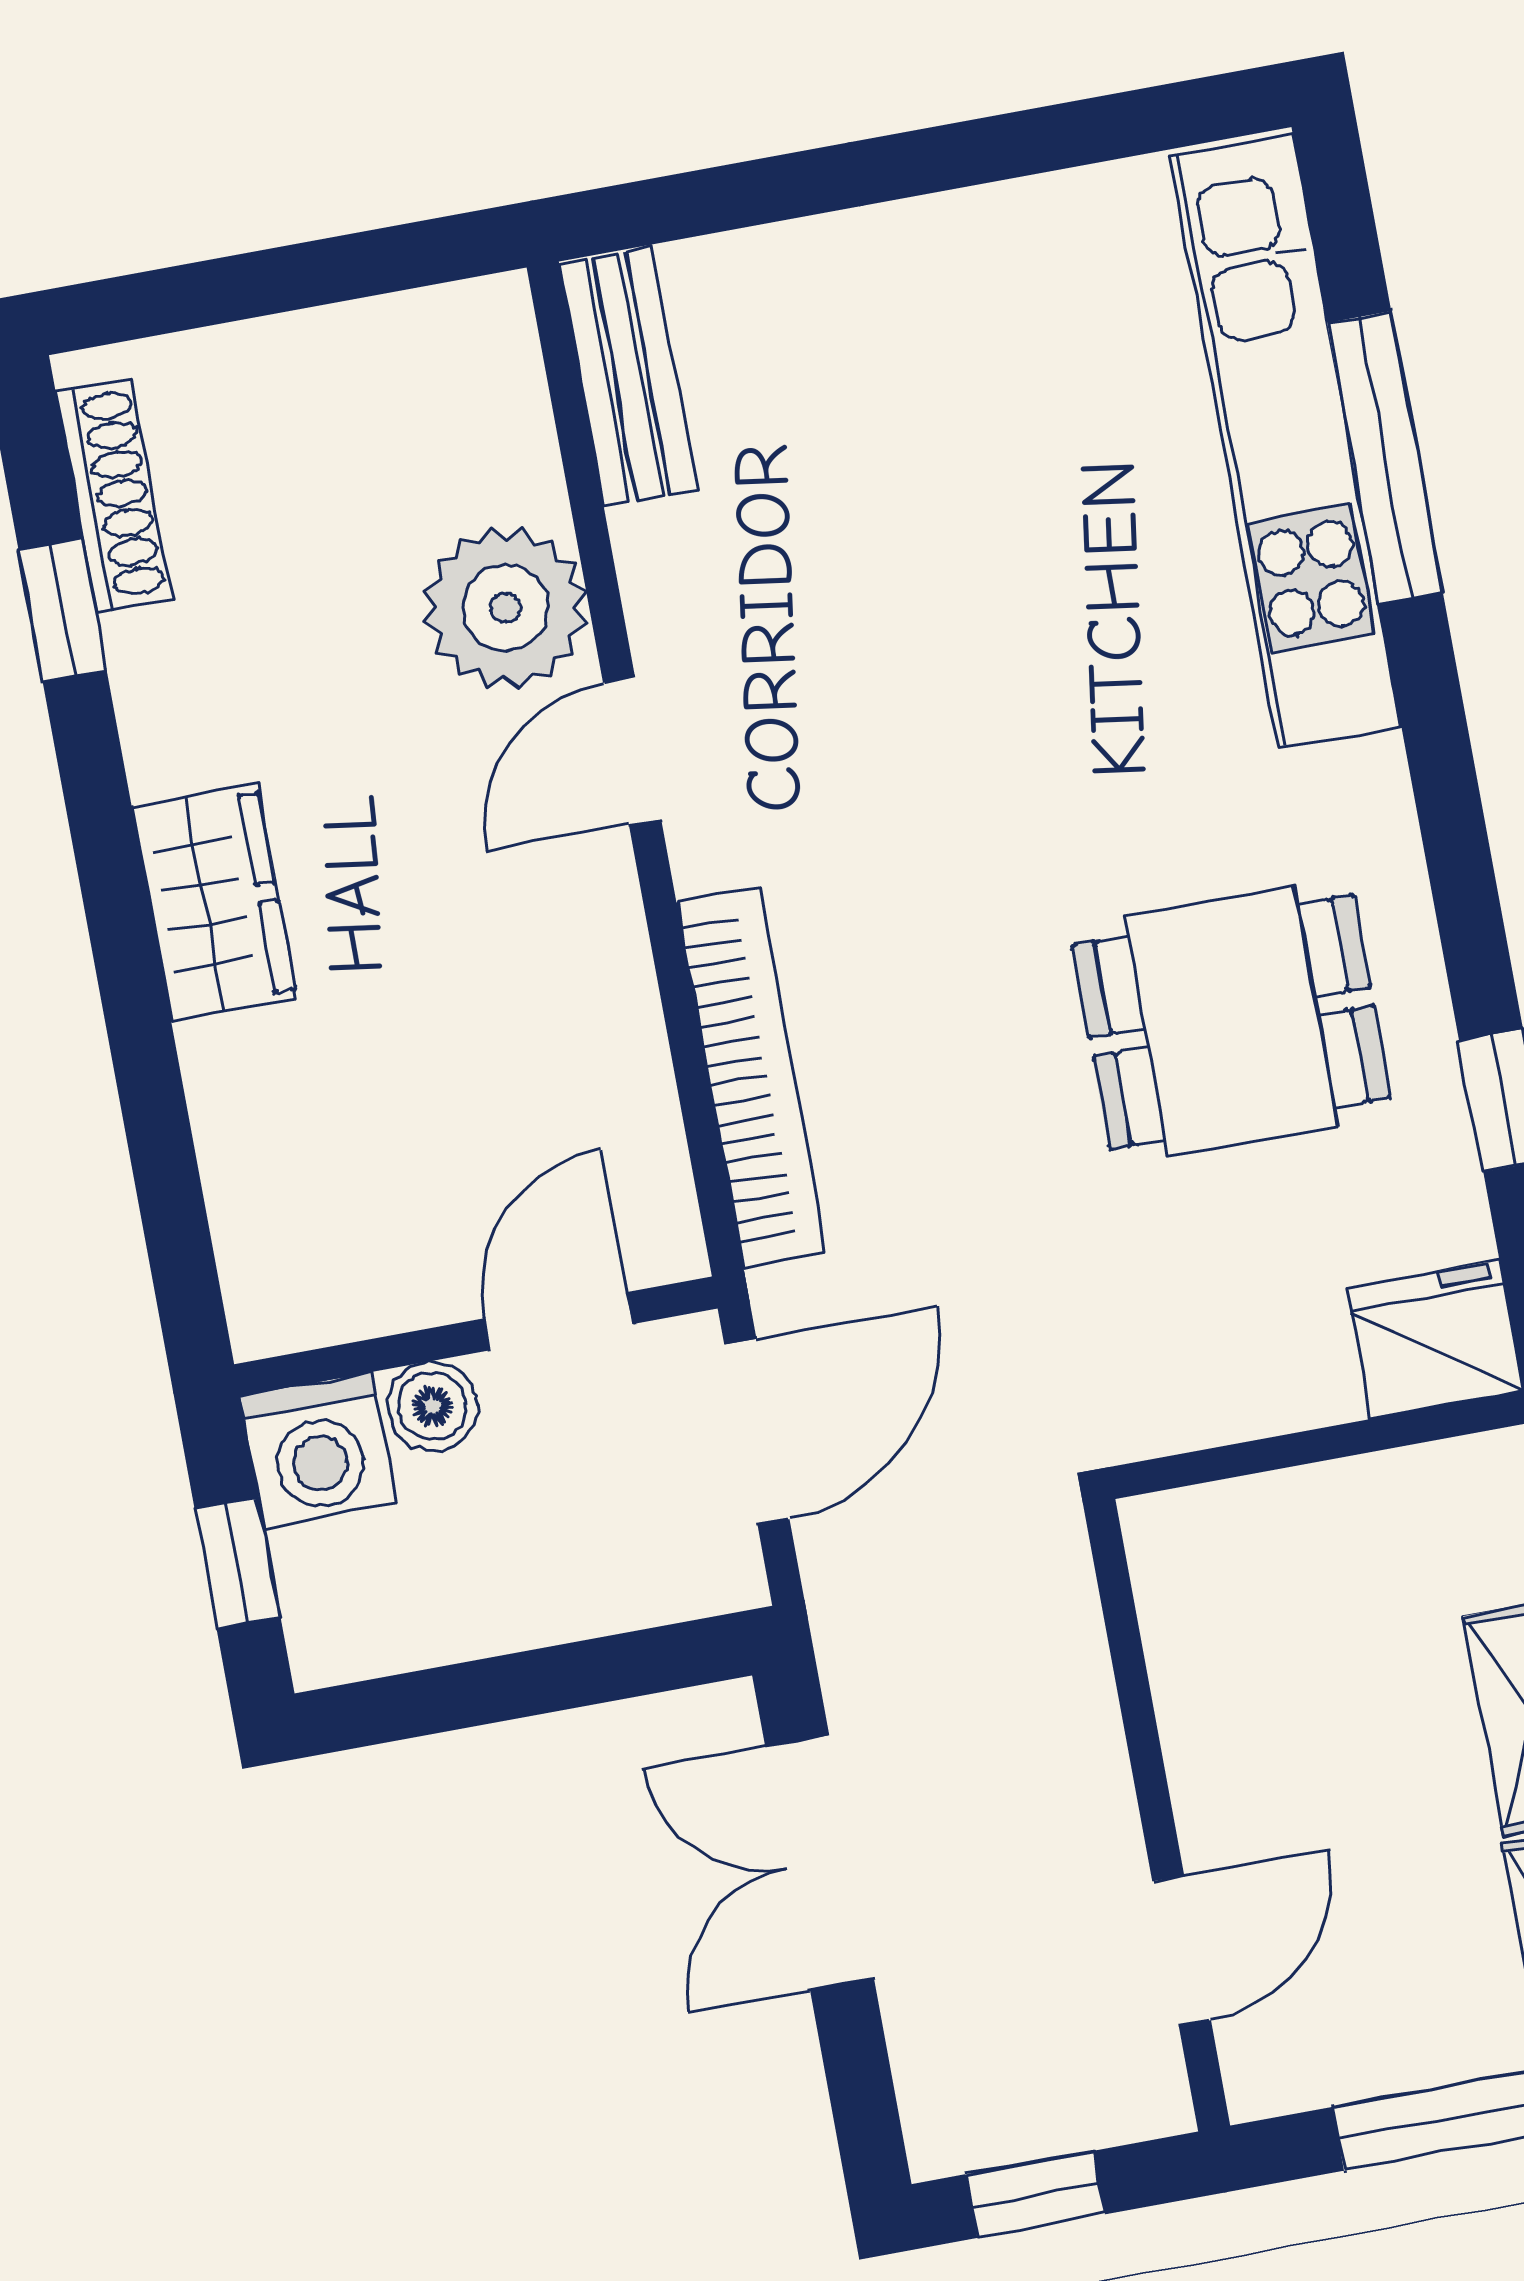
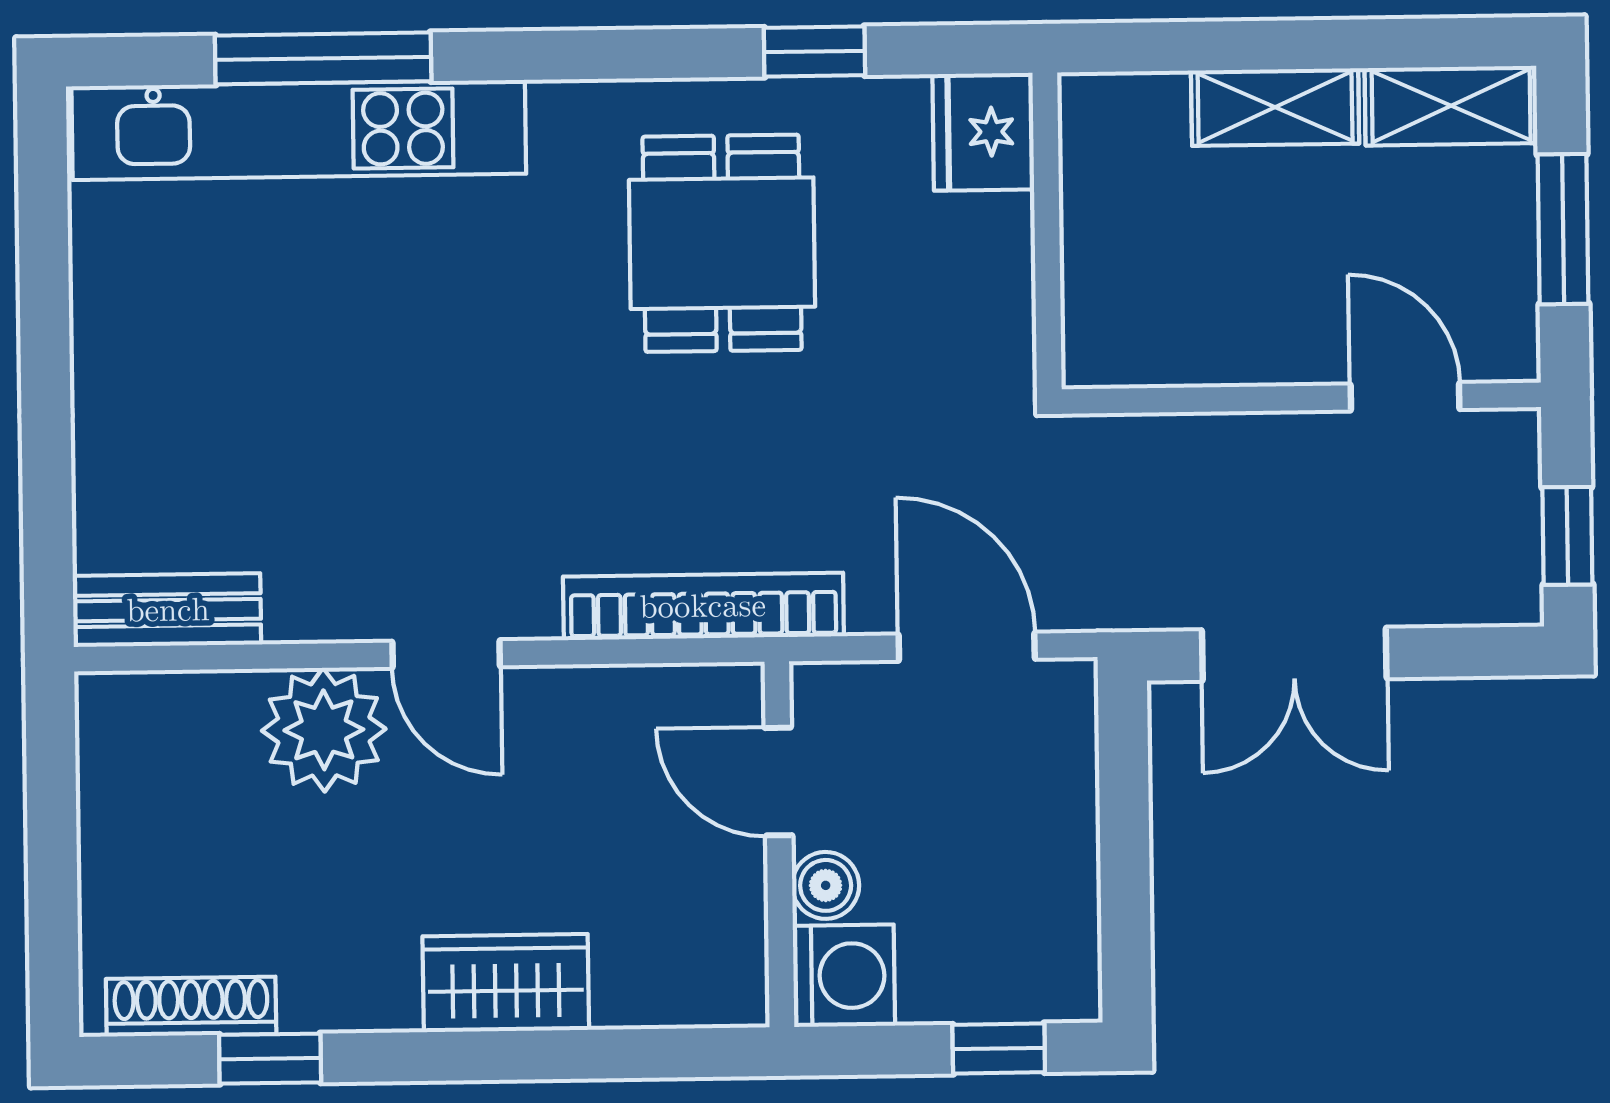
door: (558, 1321) -> (778, 782), moved
wall: (476, 1336) -> (779, 844), moved
boiler: (432, 1406) -> (826, 885), moved
washing machine: (318, 1450) -> (844, 976), moved

